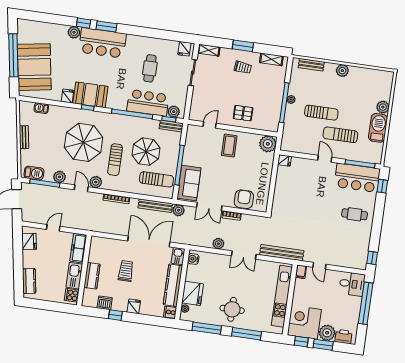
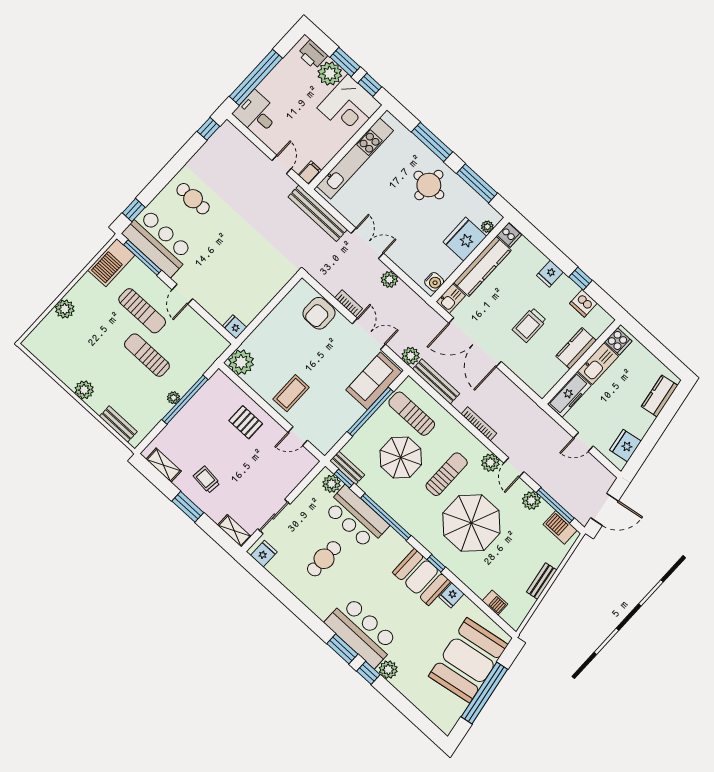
barbecue: (378, 128) -> (111, 263), moved

